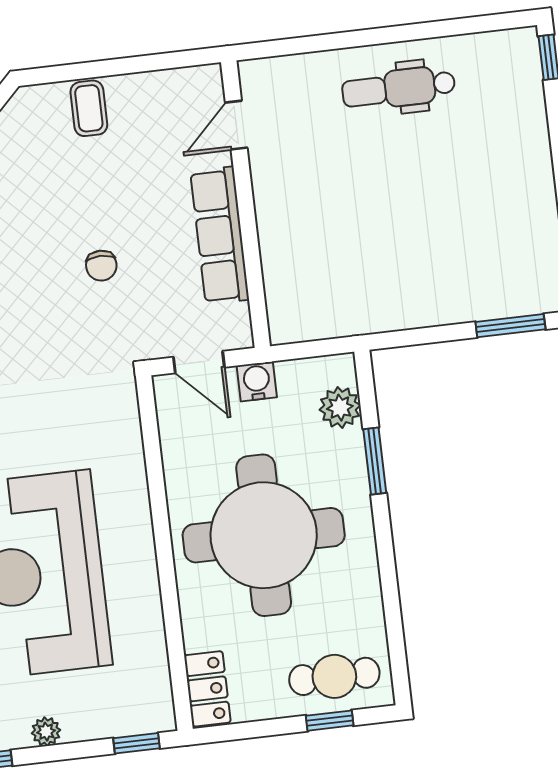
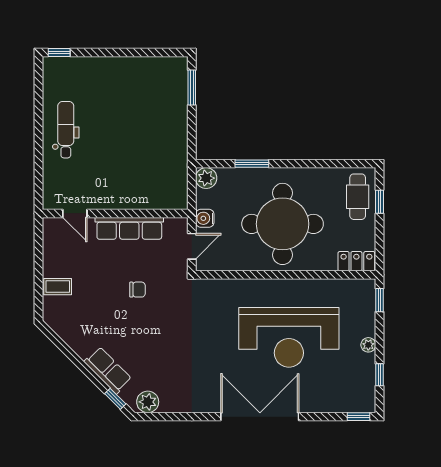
dental chair: (399, 88) -> (66, 130), turned 180
plant: (340, 408) -> (206, 178), moved

